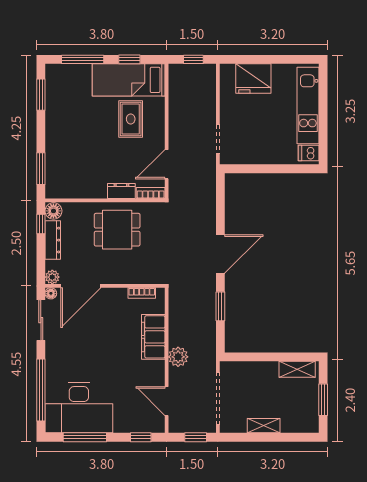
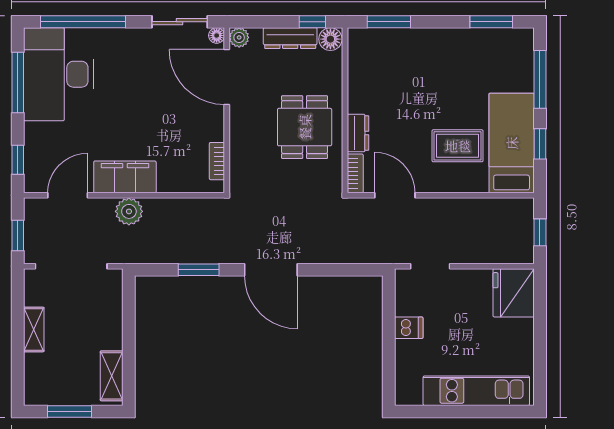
fridge: (253, 78) -> (514, 293), moved
dishwasher: (309, 153) -> (409, 328), moved, turned 90
filing cabinet: (153, 337) -> (125, 177), moved

